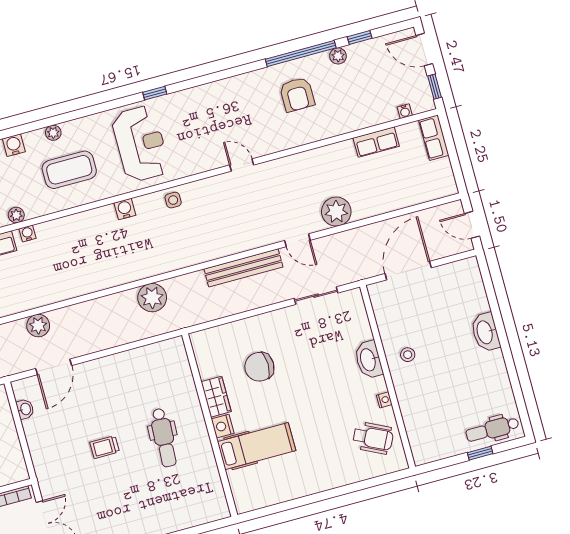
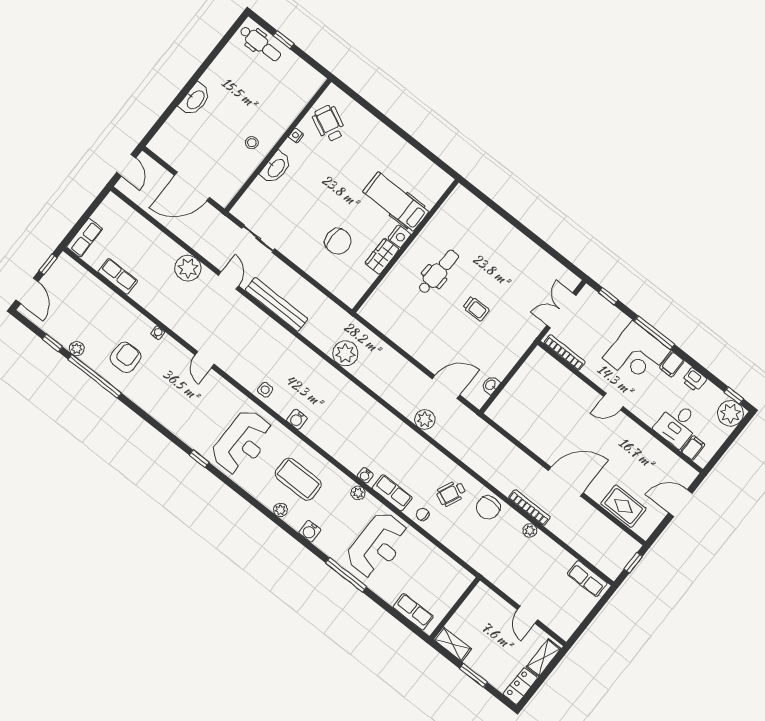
water cooler: (405, 111) -> (158, 333), moved
reception desk: (141, 144) -> (242, 442), turned 180

